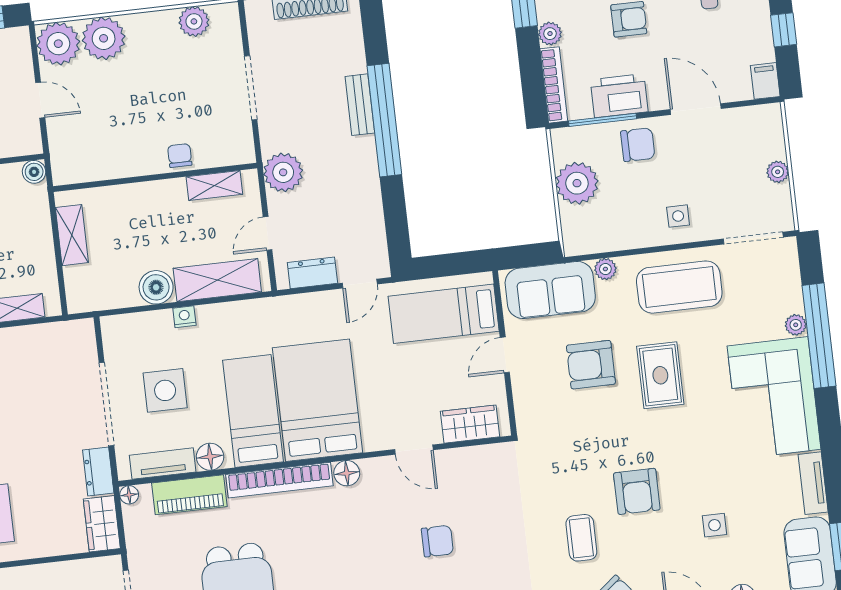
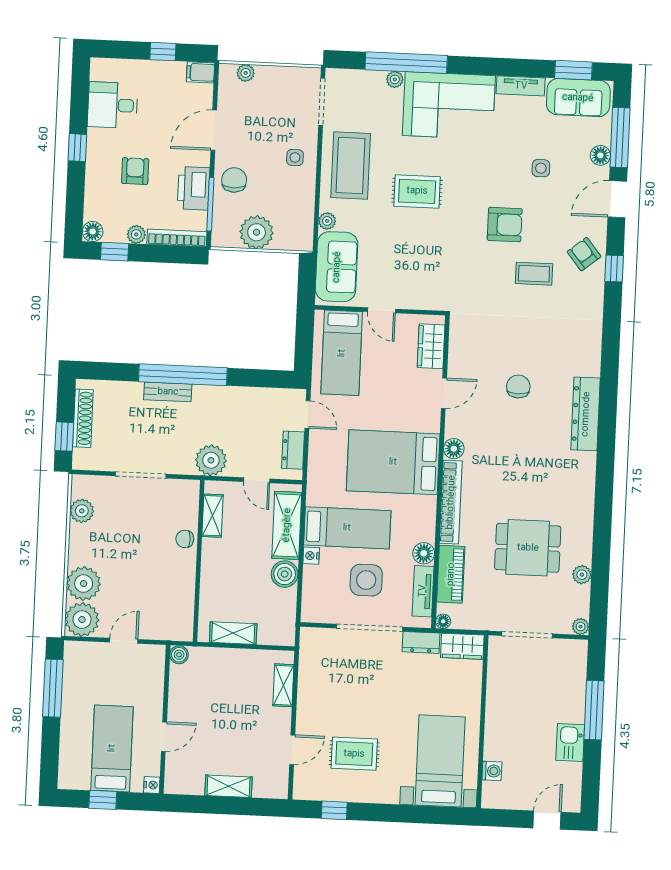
plant: (778, 172) -> (246, 73), moved
armchair: (591, 365) -> (400, 244), removed
bed: (253, 411) -> (347, 528), moved, turned 180

